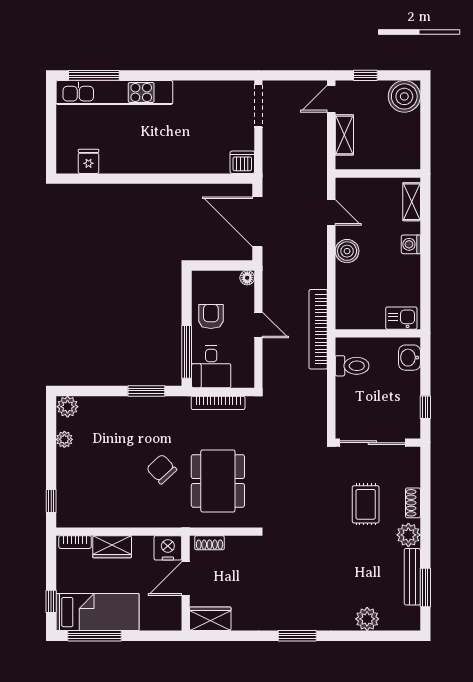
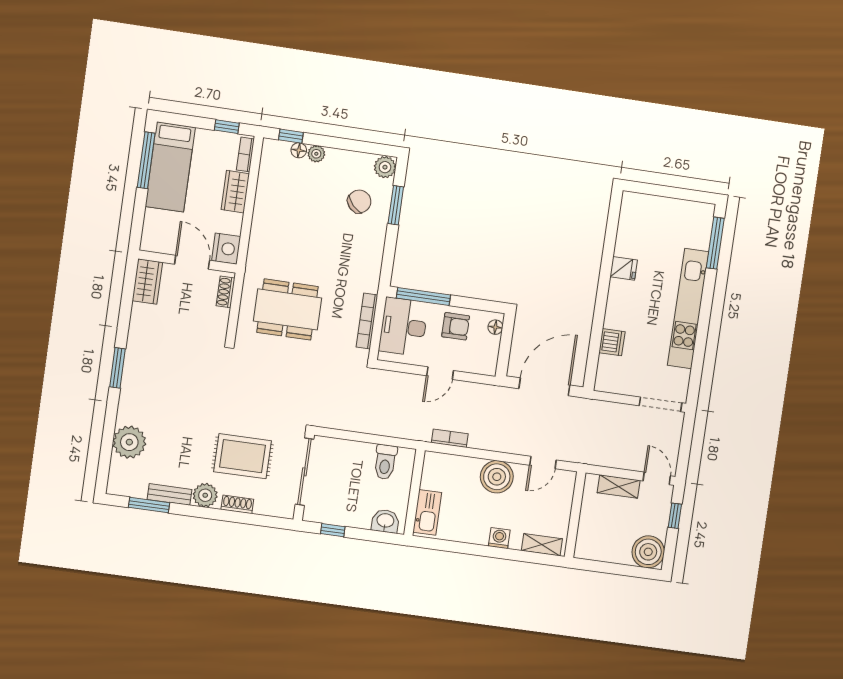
kitchen unit: (114, 92) -> (688, 309), moved
fridge: (89, 161) -> (624, 268), moved
dishwasher: (242, 162) -> (612, 342), moved
boiler: (347, 251) -> (497, 477), width x1.37, depth x1.37
floor lamp: (247, 278) -> (495, 327), moved
kitchen sink: (401, 318) -> (427, 512), width x1.38
bookcase: (318, 329) -> (450, 438), width x0.43, depth x0.76
desk: (211, 367) -> (403, 327), width x1.37
window: (146, 391) -> (396, 205), moved
plant: (64, 439) -> (316, 154), moved
chair: (162, 469) -> (359, 201), moved
floor lamp: (64, 492) -> (299, 150), added
rug: (366, 504) -> (243, 456), width x1.36, depth x1.43
bench: (412, 577) -> (170, 494), width x0.73
window: (51, 601) -> (227, 127), moved
plant: (367, 619) -> (129, 442), width x1.36, depth x1.36

